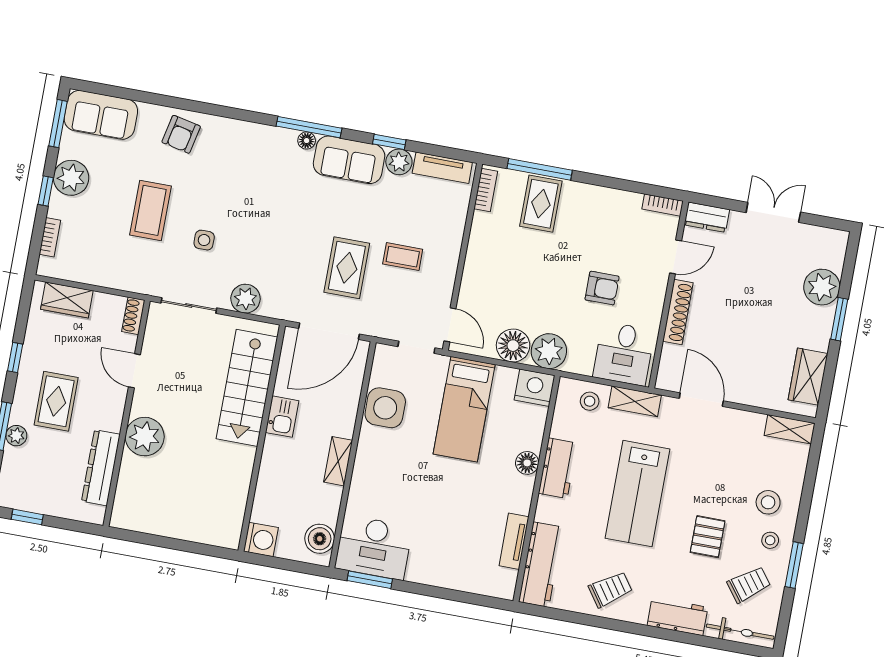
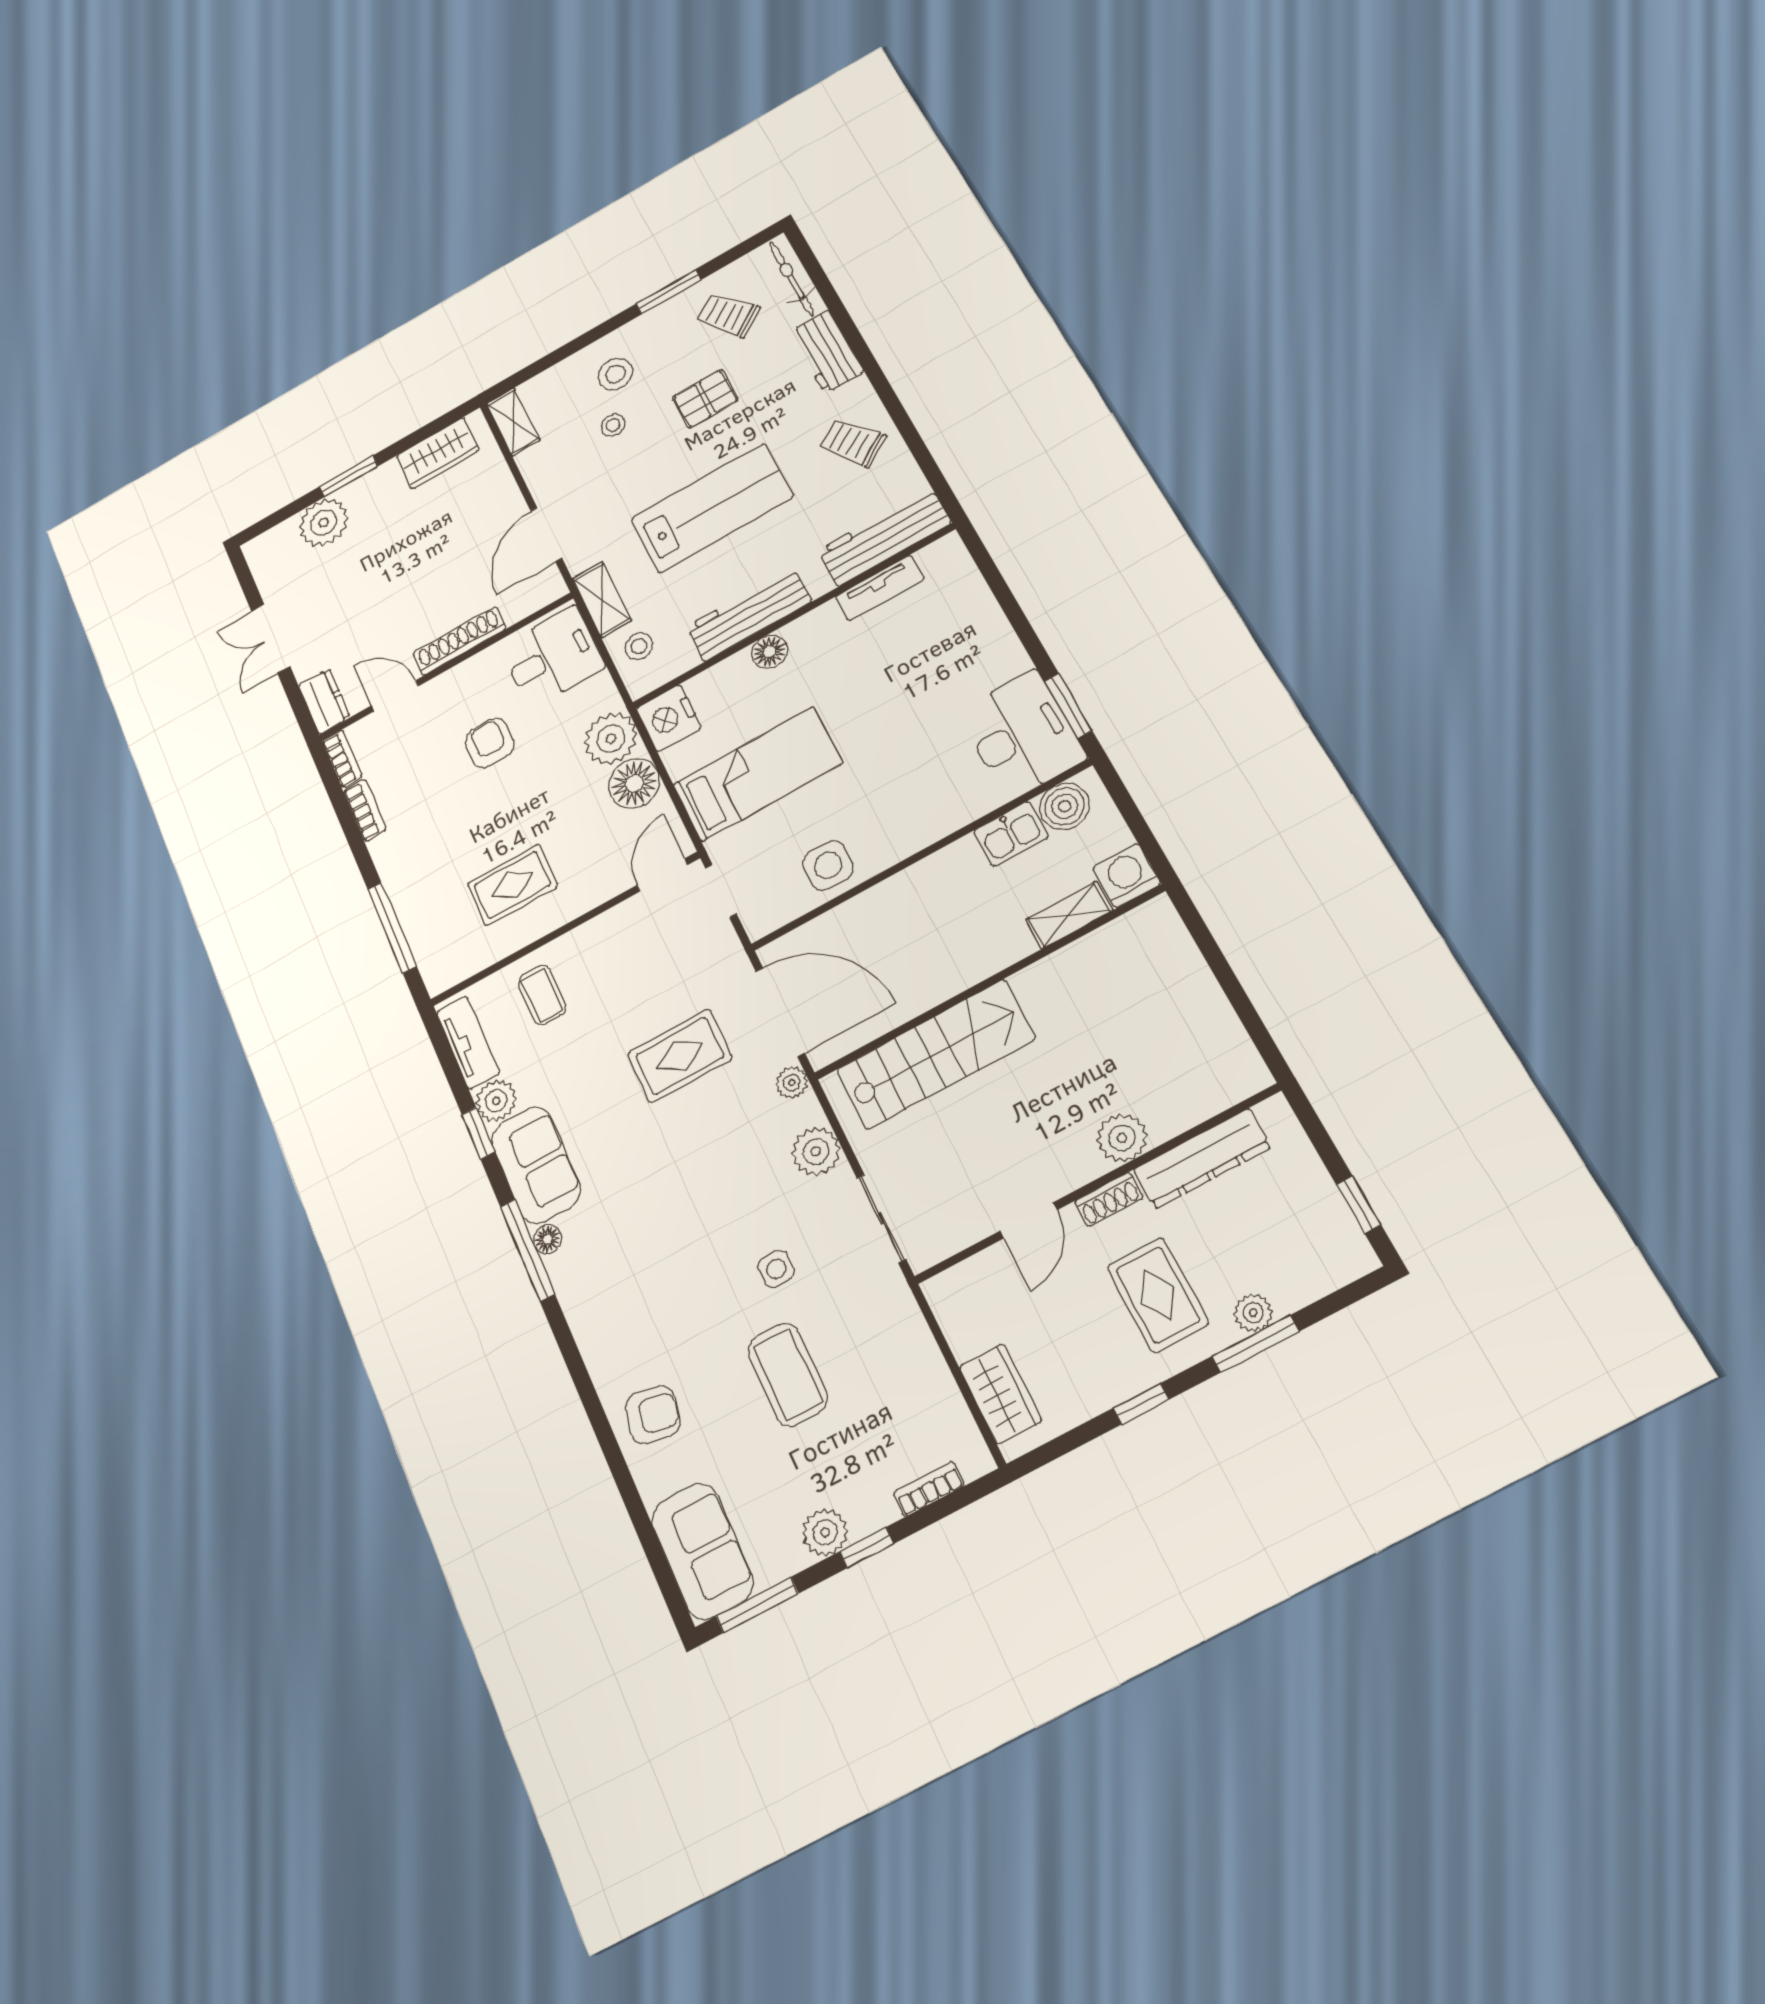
plant: (71, 178) -> (825, 1532), width x0.73, depth x0.73
bookcase: (486, 190) -> (365, 810), moved, turned 90
rug: (541, 204) -> (512, 885), moved
coffee table: (150, 210) -> (788, 1374), turned 90
coffee table: (403, 257) -> (542, 995), moved
plant: (289, 311) -> (792, 1083), added
shoe rack: (133, 316) -> (1109, 1200), moved
rug: (56, 401) -> (1158, 1295), turned 90
side table: (385, 408) -> (828, 865), width x0.73, depth x0.73
kitchen sink: (282, 417) -> (1011, 834), moved, turned 180
plant: (145, 437) -> (1122, 1138), width x0.73, depth x0.73
shelving: (338, 461) -> (1069, 915), moved
workbench: (558, 468) -> (749, 614), width x1.38
stool: (770, 540) -> (613, 425), moved

